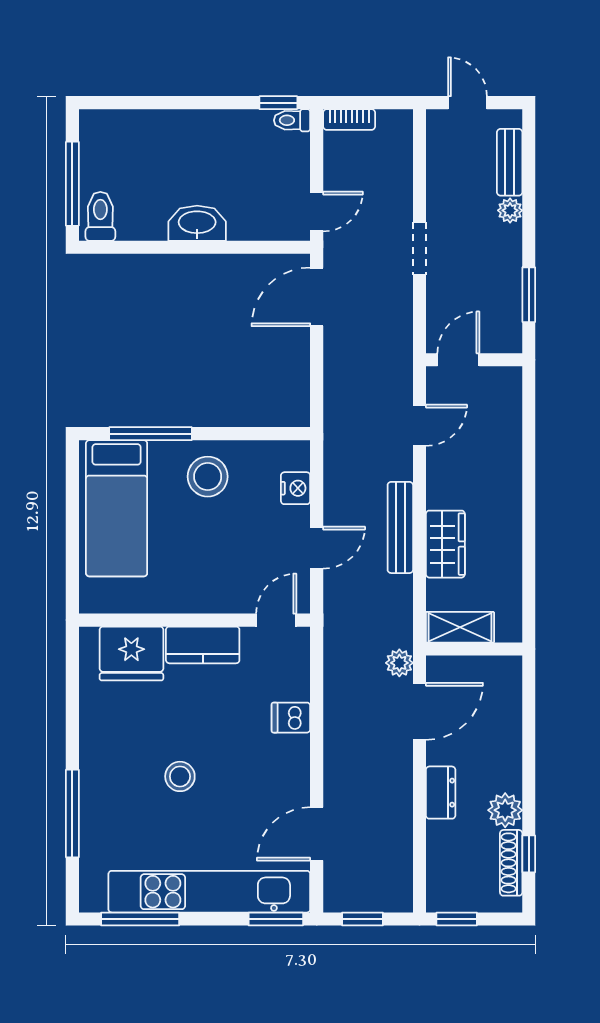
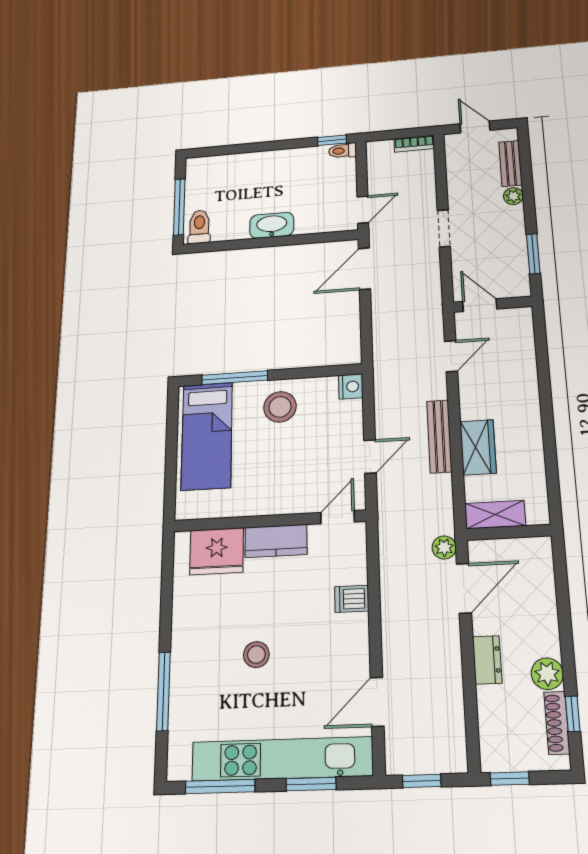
bookcase: (349, 119) -> (414, 144), moved
door: (458, 360) -> (480, 305), hinge flipped
nightstand: (296, 488) -> (351, 387), moved
window: (276, 919) -> (311, 784), moved

